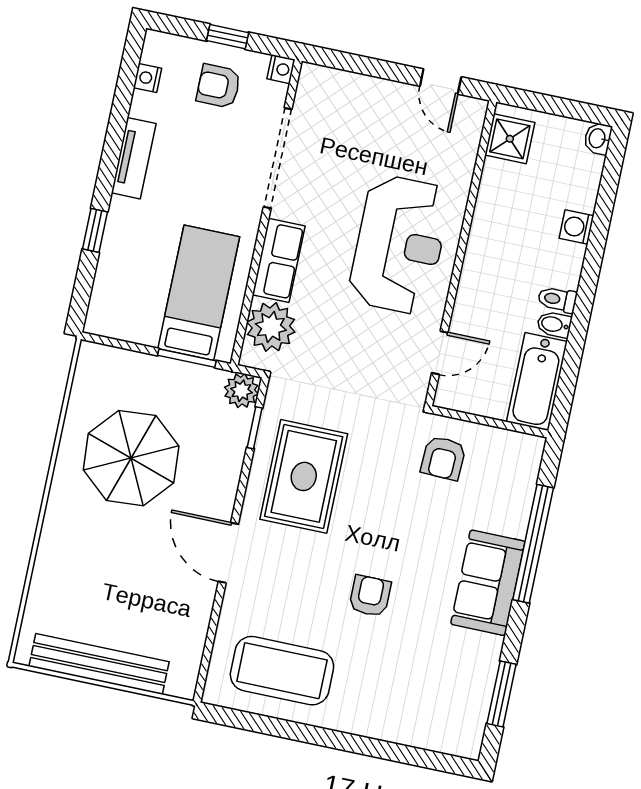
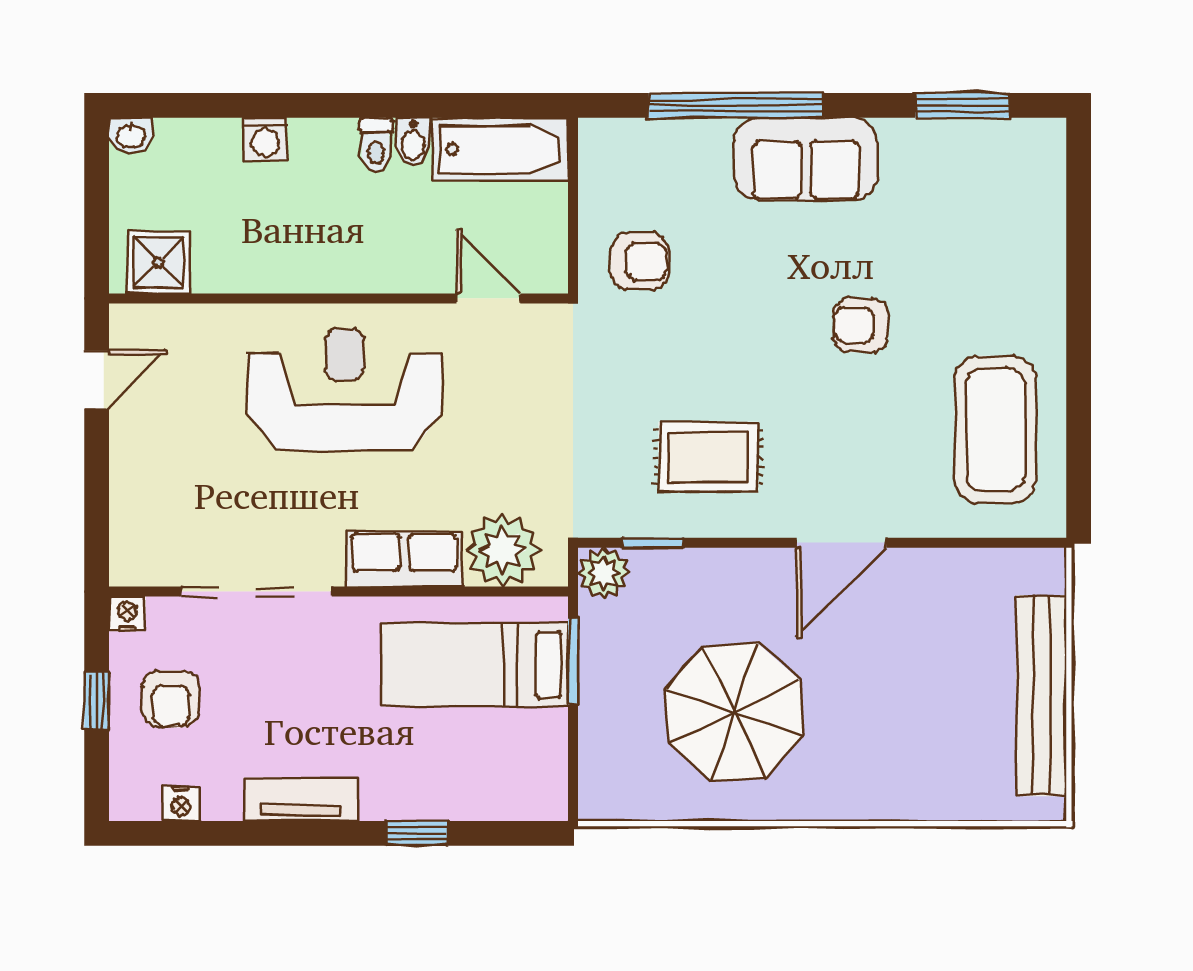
rug: (304, 476) -> (708, 457), width x0.73, depth x0.70

